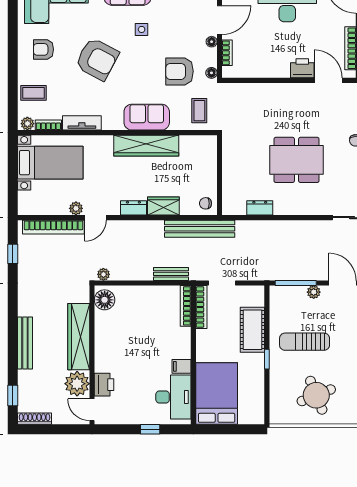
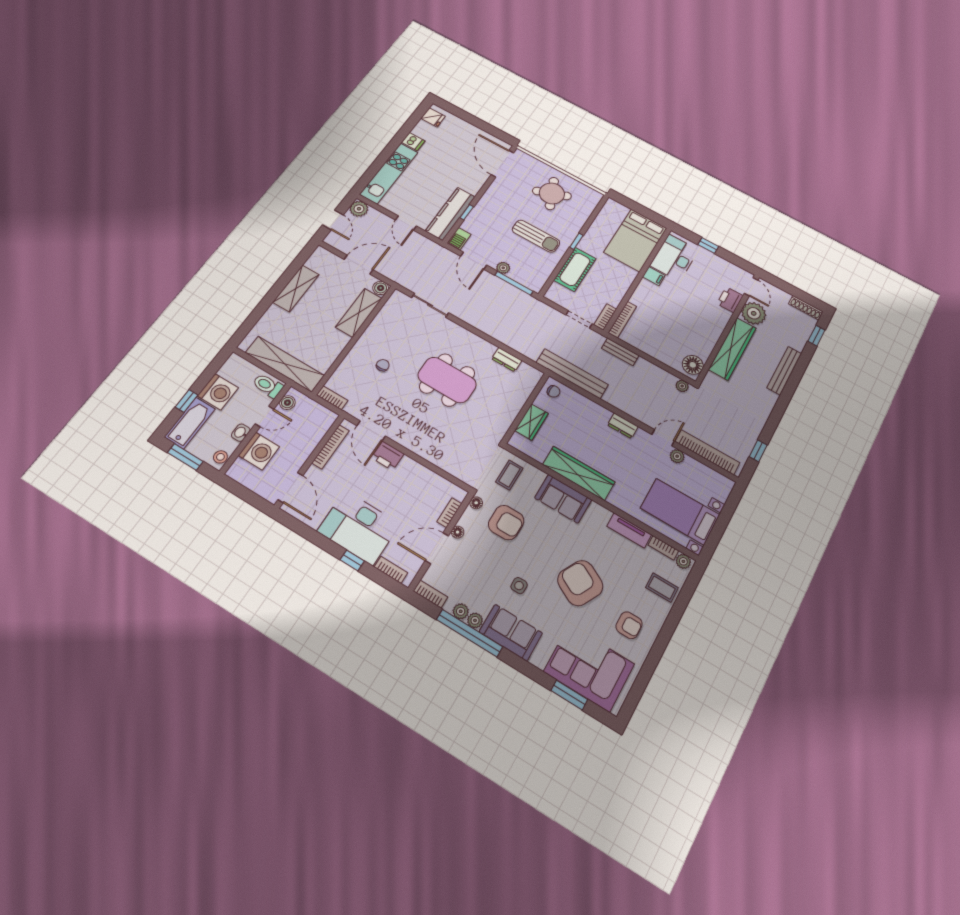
wardrobe: (163, 206) -> (531, 422), moved, turned -90
bookcase: (201, 307) -> (605, 317), width x0.64

